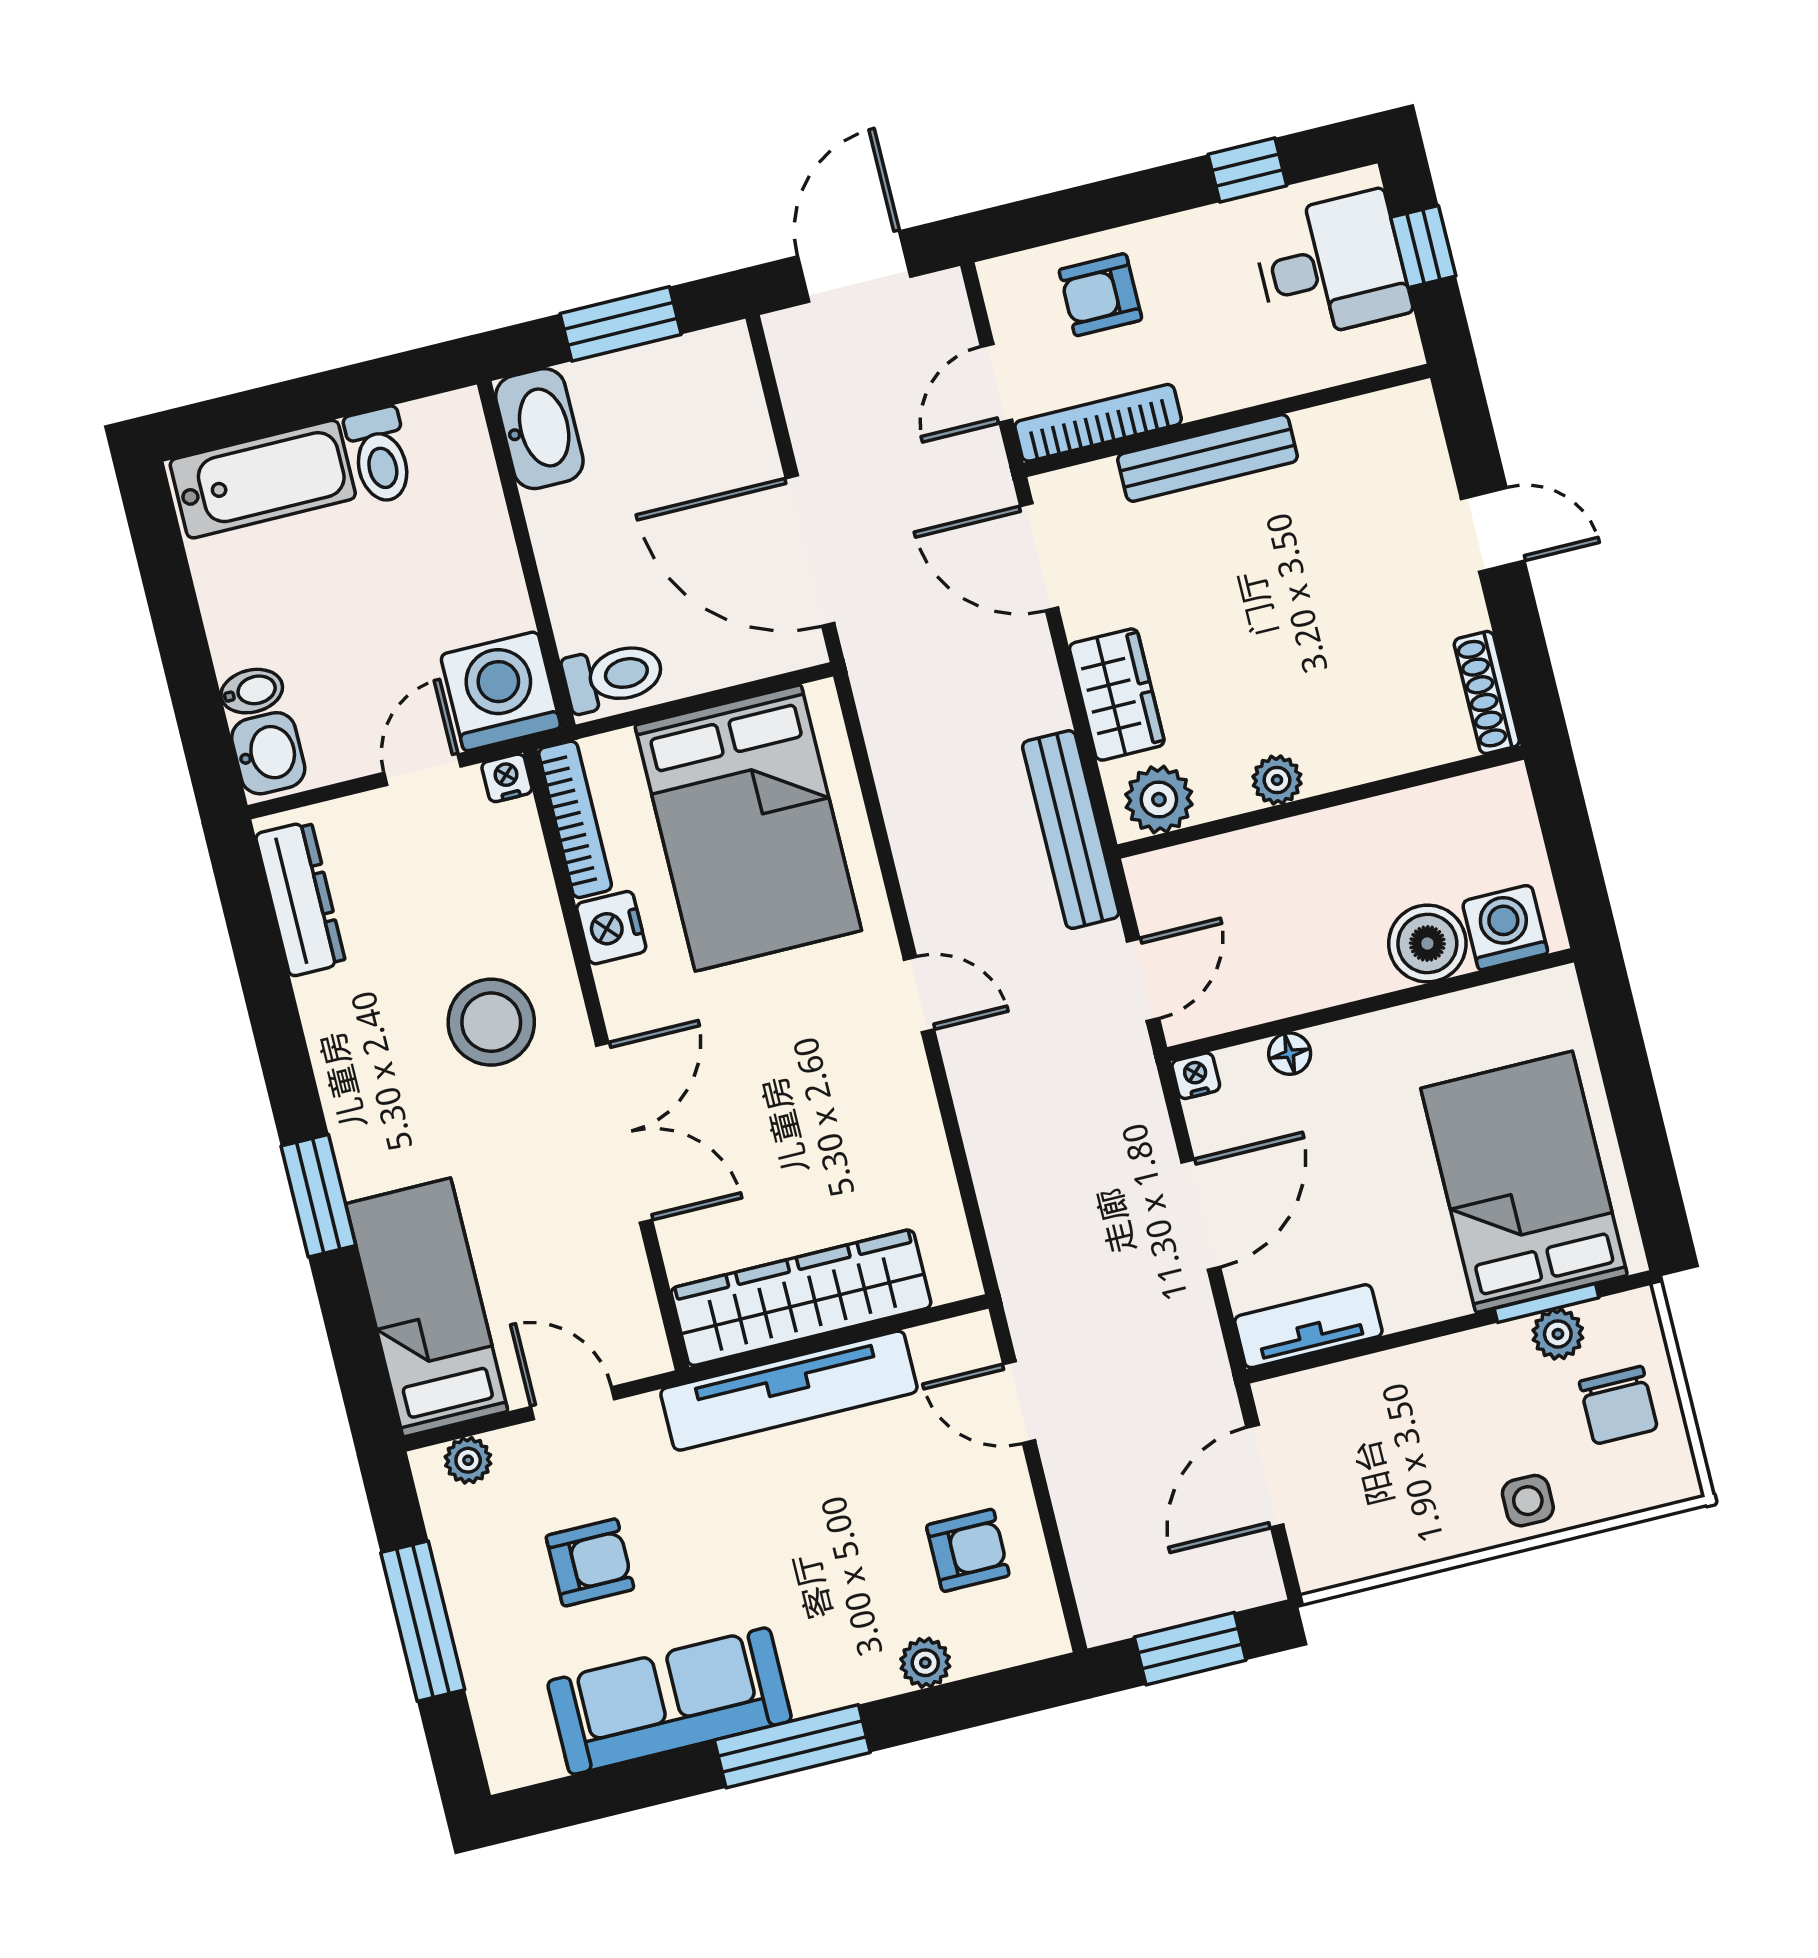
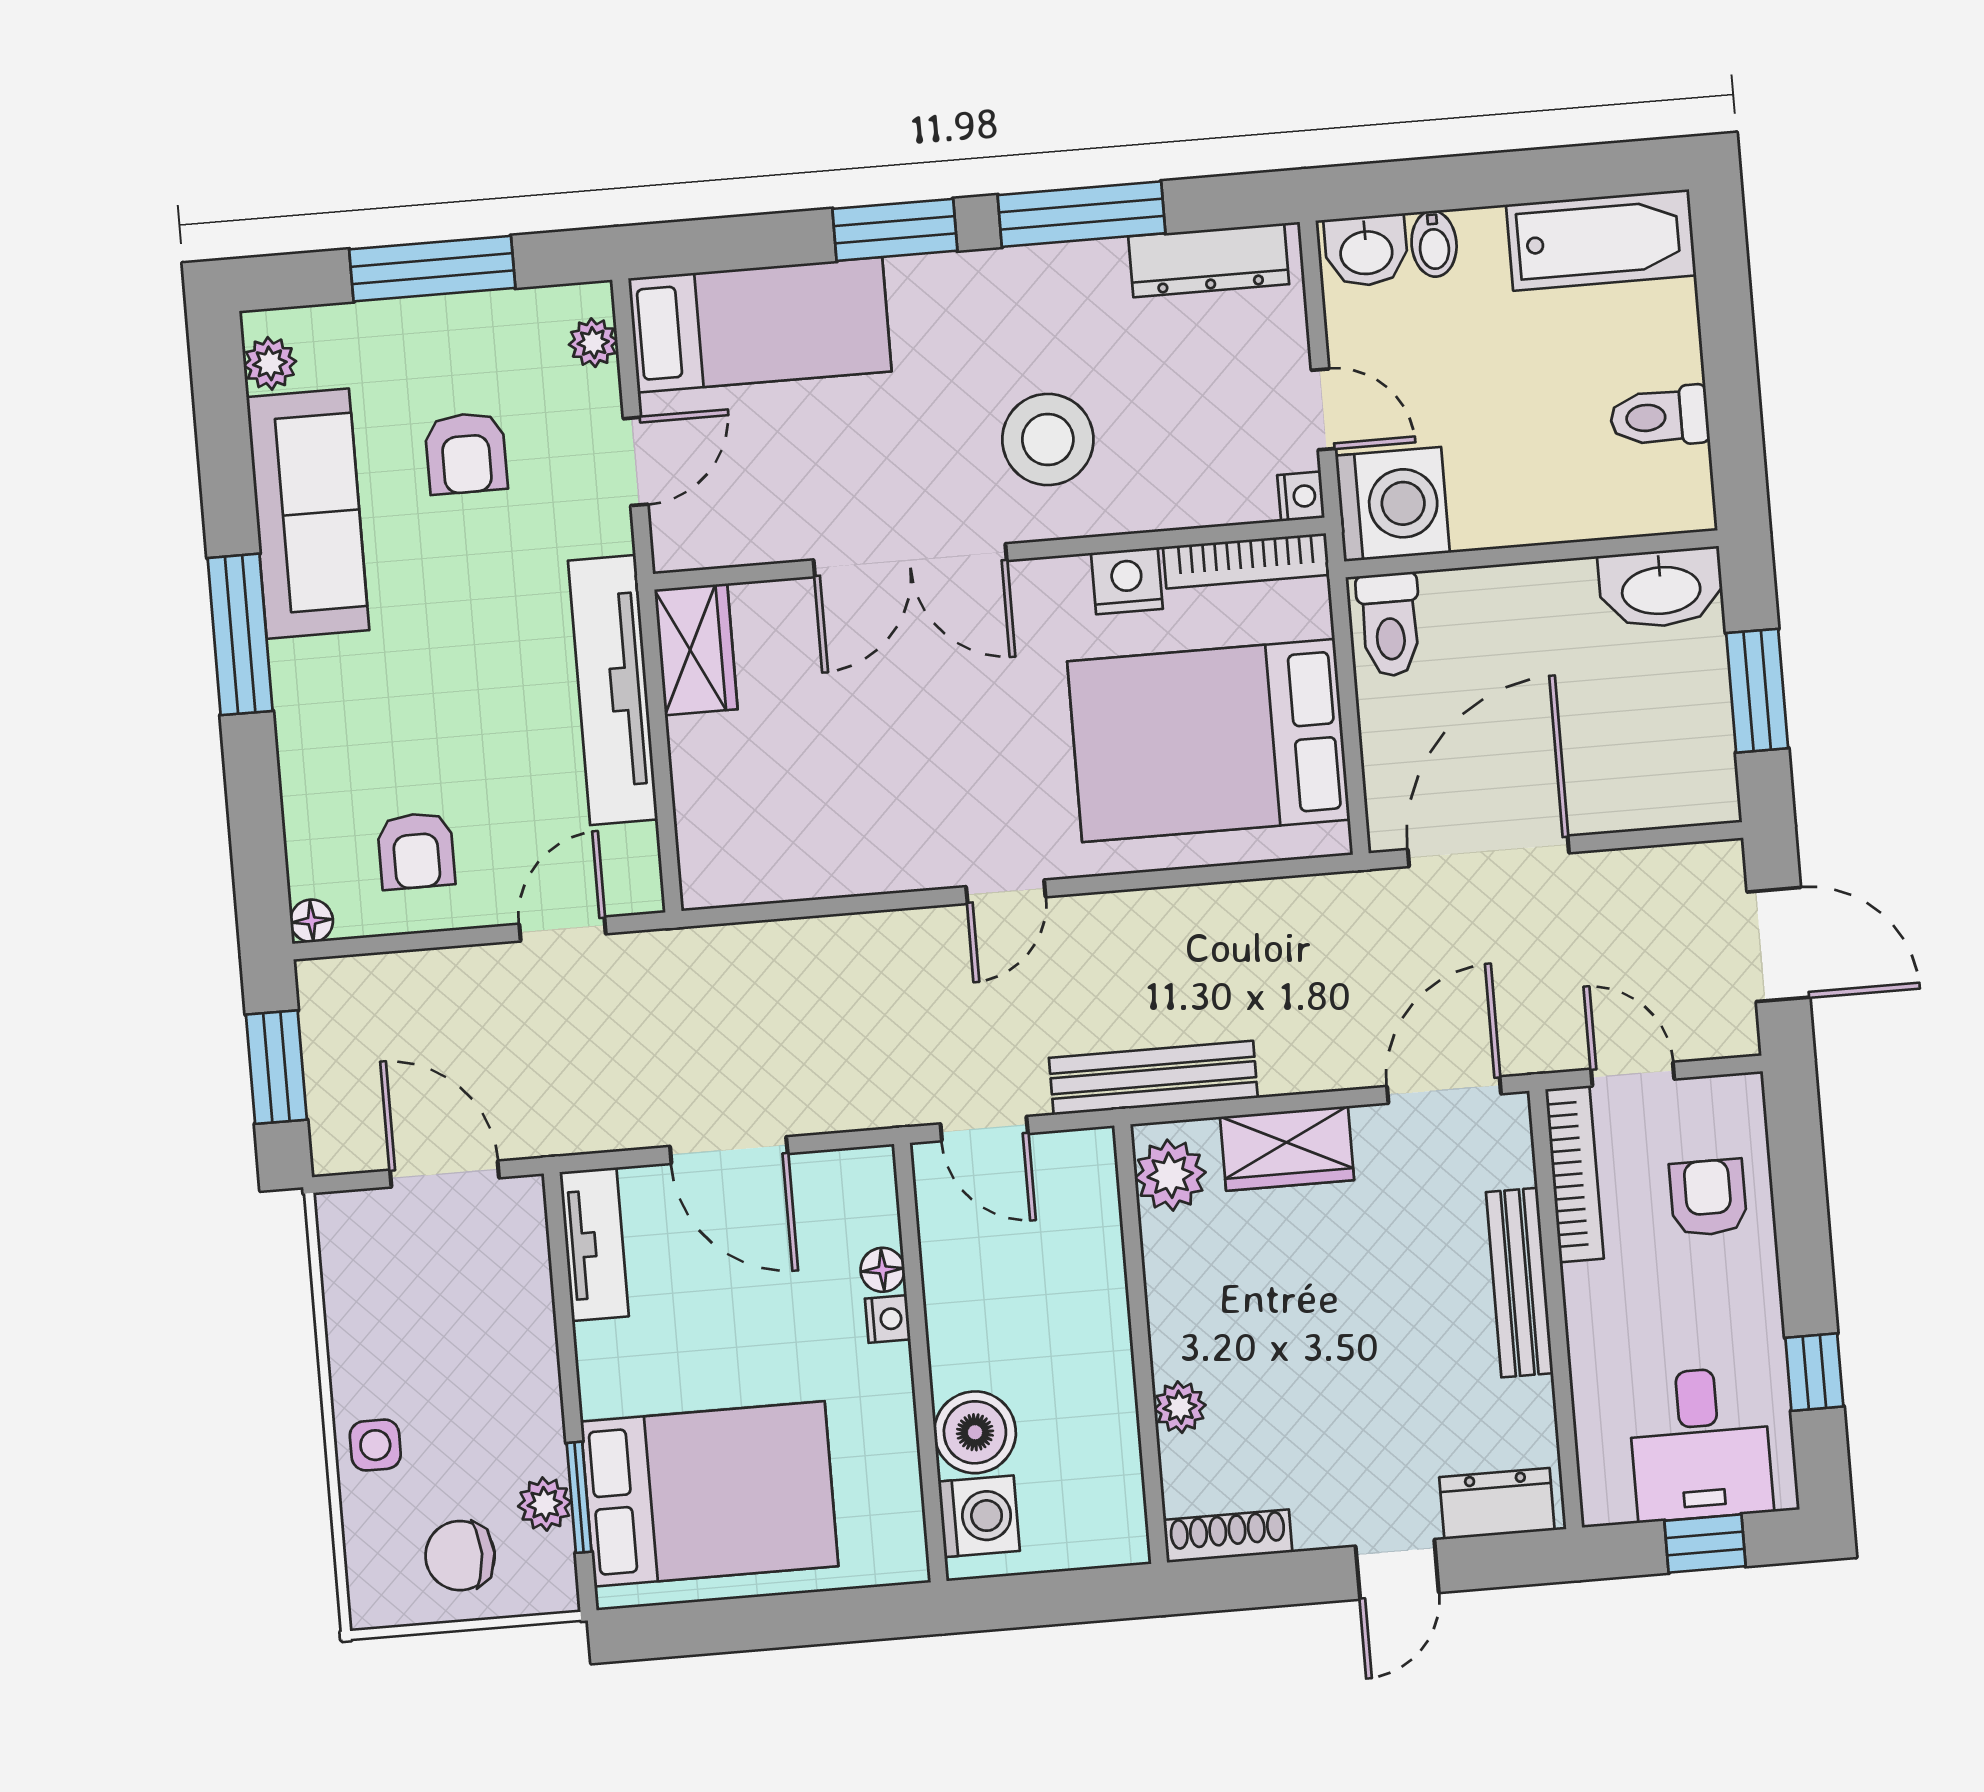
dresser: (1417, 446) -> (1497, 1504), added
bathtub: (263, 479) -> (1601, 240), moved, turned -90
plant: (1277, 780) -> (1180, 1407), moved
window: (276, 1024) -> (1081, 214), added
nightstand: (1196, 1076) -> (888, 1319), moved
wardrobe: (801, 1298) -> (696, 649), width x0.48, depth x0.85
floor lamp: (1049, 1637) -> (312, 921), added
plant: (925, 1663) -> (270, 363), moved

